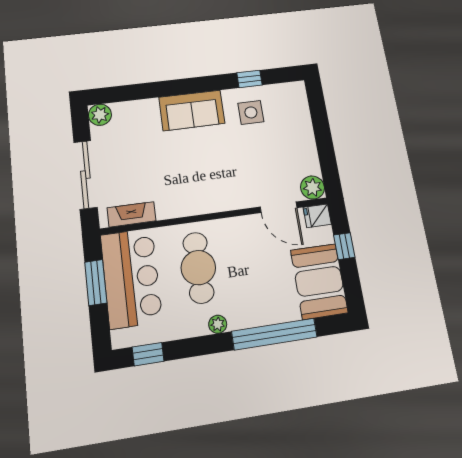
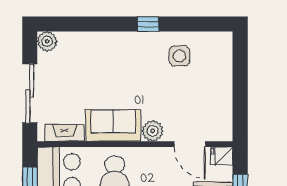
window: (249, 79) -> (148, 24), moved
sofa: (192, 110) -> (113, 125), moved, turned 180
plant: (313, 188) -> (153, 131), moved

